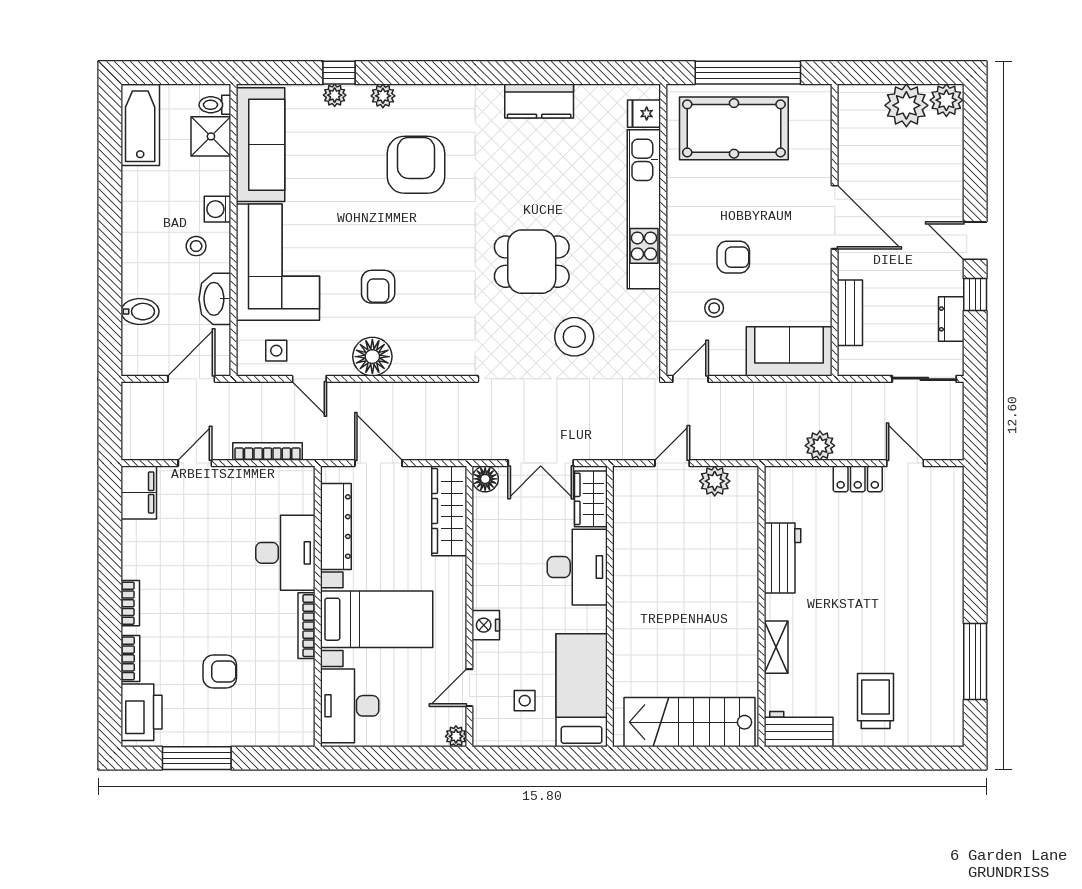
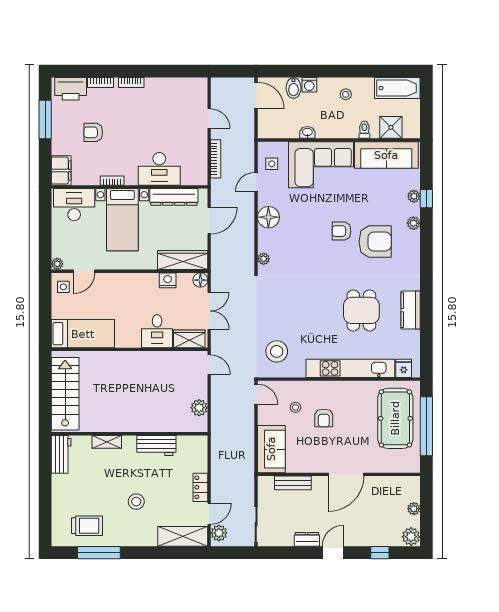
toilet: (215, 105) -> (364, 130), moved
plant: (906, 105) -> (414, 509), width x0.53, depth x0.53
washing machine: (218, 209) -> (309, 85), moved, turned 180
stool: (196, 246) -> (346, 94), moved
dining table: (532, 262) -> (361, 310), moved
armchair: (378, 287) -> (341, 231), moved
window: (975, 295) -> (380, 553), moved
washbasin: (215, 299) -> (307, 132), width x0.52, depth x0.69
dresser: (951, 319) -> (307, 539), moved
stool: (574, 337) -> (277, 351), moved
plant: (447, 365) -> (264, 259), added
door: (191, 379) -> (256, 95), moved
plant: (820, 446) -> (219, 533), moved
double door: (541, 463) -> (209, 311), swing flipped
door: (672, 463) -> (209, 365), moved
filing cabinet: (139, 492) -> (61, 171), moved, turned -90
shelving: (946, 511) -> (183, 536), added
desk: (577, 567) -> (157, 331), width x0.73
stool: (883, 594) -> (136, 502), added
nightstand: (486, 625) -> (168, 280), moved
bookcase: (306, 626) -> (112, 181), width x0.64
armchair: (220, 672) -> (93, 132), turned 90
door: (469, 688) -> (84, 271), swing flipped
side table: (525, 701) -> (63, 287), moved
trolley: (876, 701) -> (87, 526), moved

